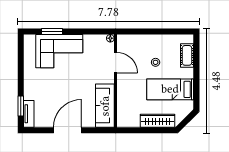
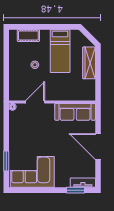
corner sofa: (59, 51) -> (32, 172), moved, turned -90

